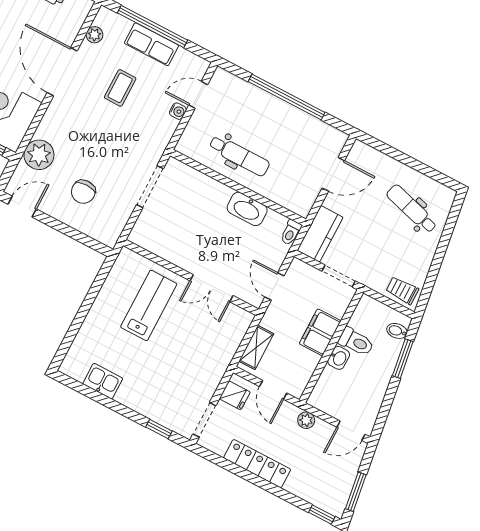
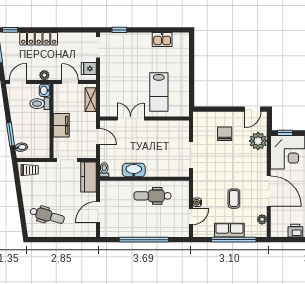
toilet: (356, 342) -> (40, 104), moved
washbasin: (339, 358) -> (44, 90), moved
locker: (257, 464) -> (39, 39), moved

